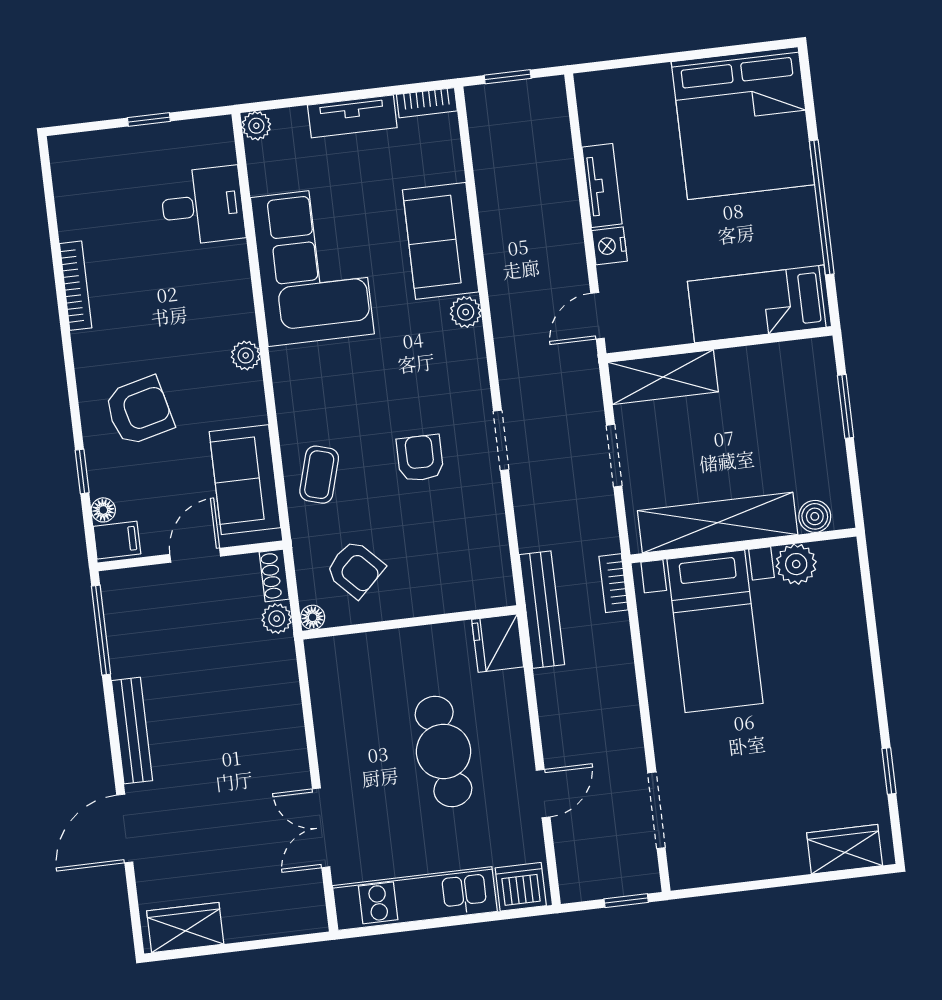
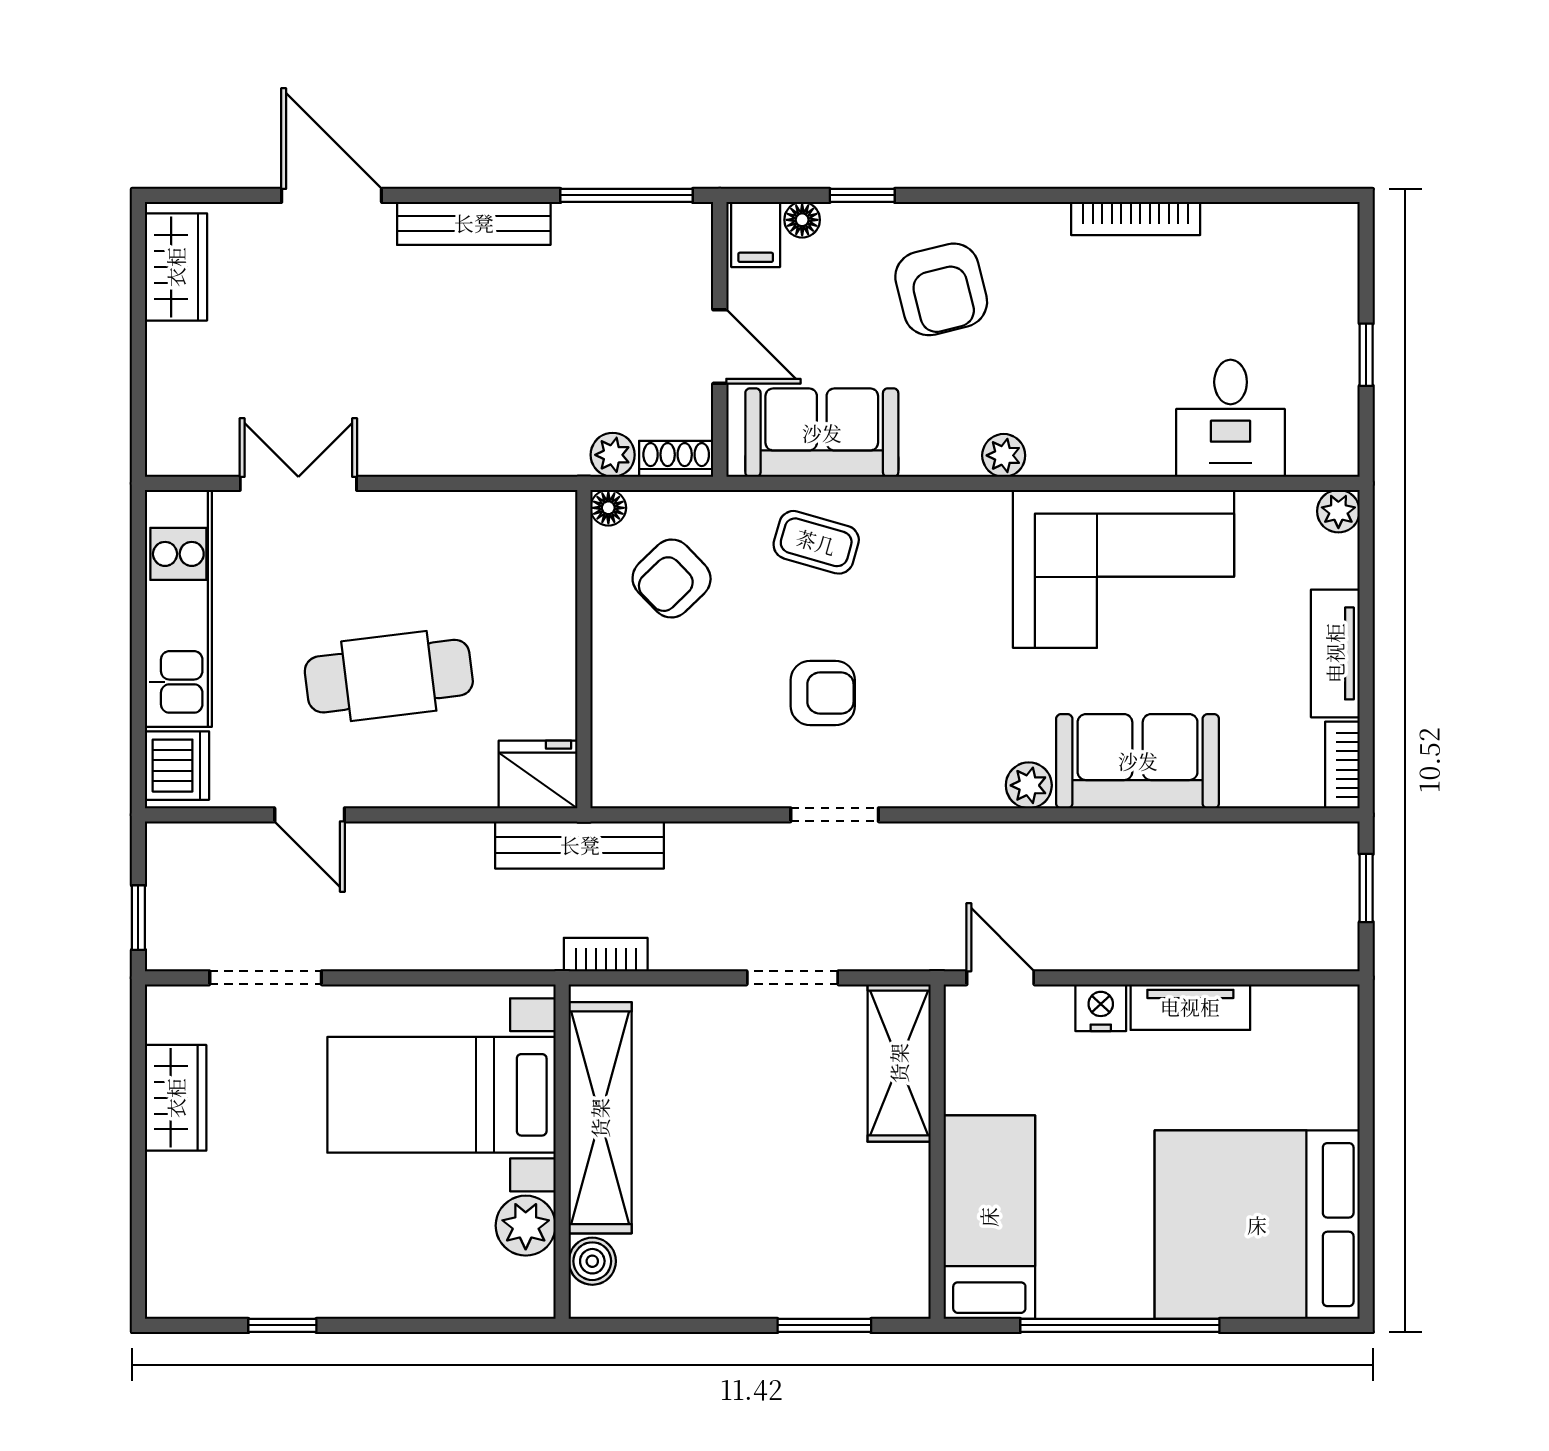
boiler: (815, 516) -> (592, 1261), moved
shelving: (718, 523) -> (600, 1118), moved
wall: (743, 545) -> (562, 1152), moved
plant: (796, 564) -> (526, 1226), moved
bed with nightstands: (715, 631) -> (441, 1095), moved
wardrobe: (845, 849) -> (176, 1098), moved

